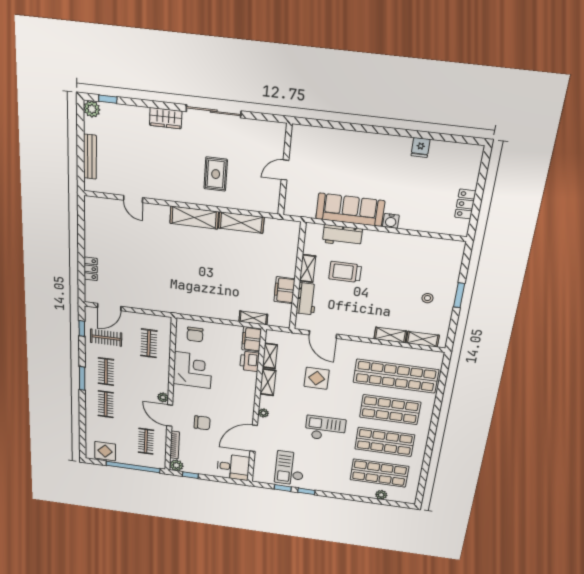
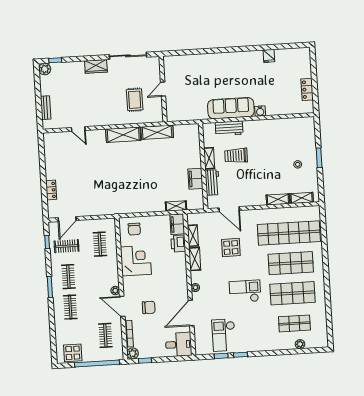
bench: (90, 157) -> (46, 108), width x0.73
door: (285, 170) -> (163, 89), moved
wall: (285, 170) -> (163, 89), moved
shop shelf: (379, 473) -> (294, 323), width x0.70, depth x0.74

